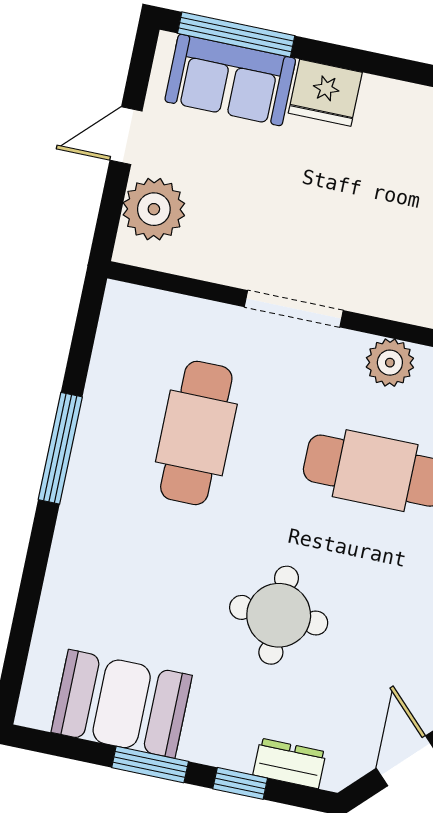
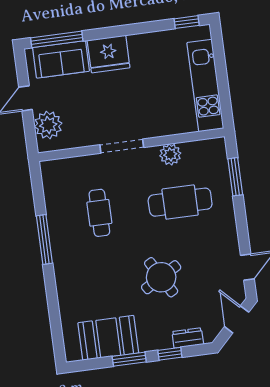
fridge: (325, 93) -> (109, 54), width x1.36, depth x1.34
cafe table: (196, 433) -> (99, 213), width x0.73, depth x0.74
round table: (279, 615) -> (161, 277), turned -30

